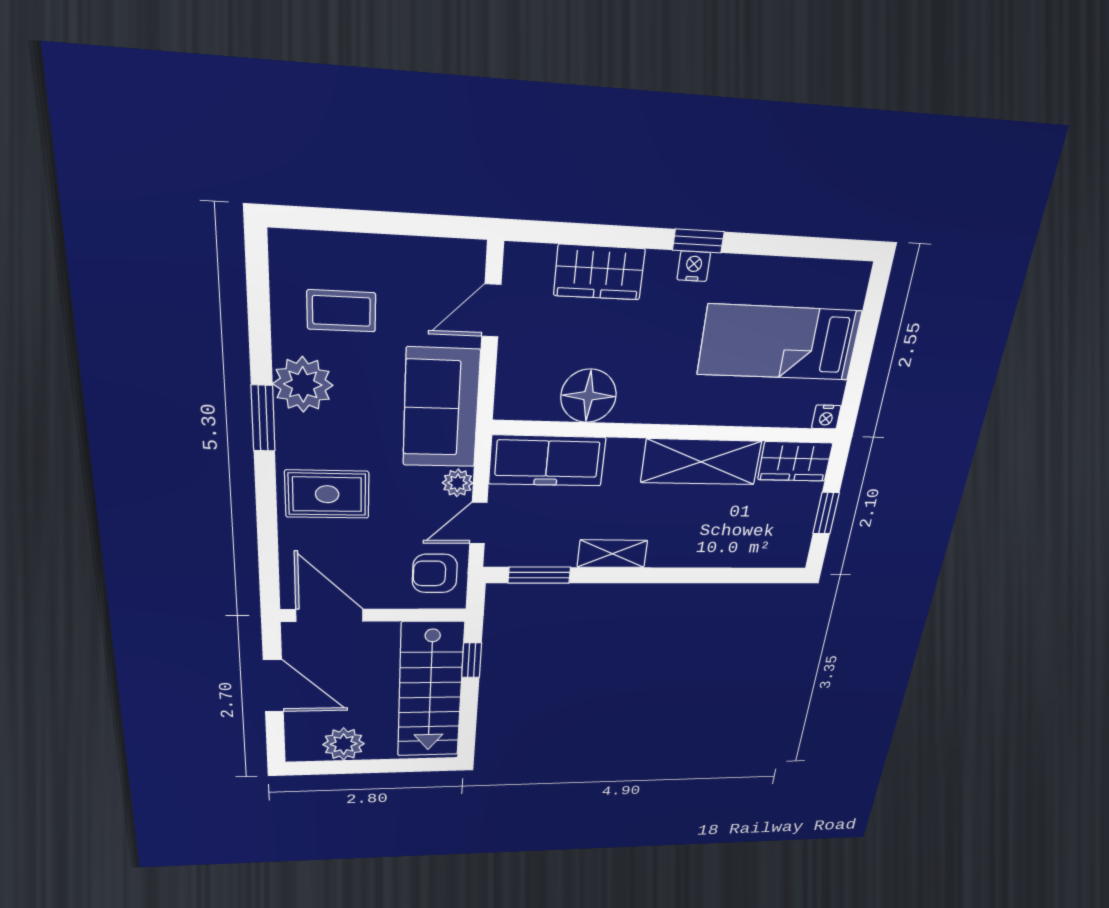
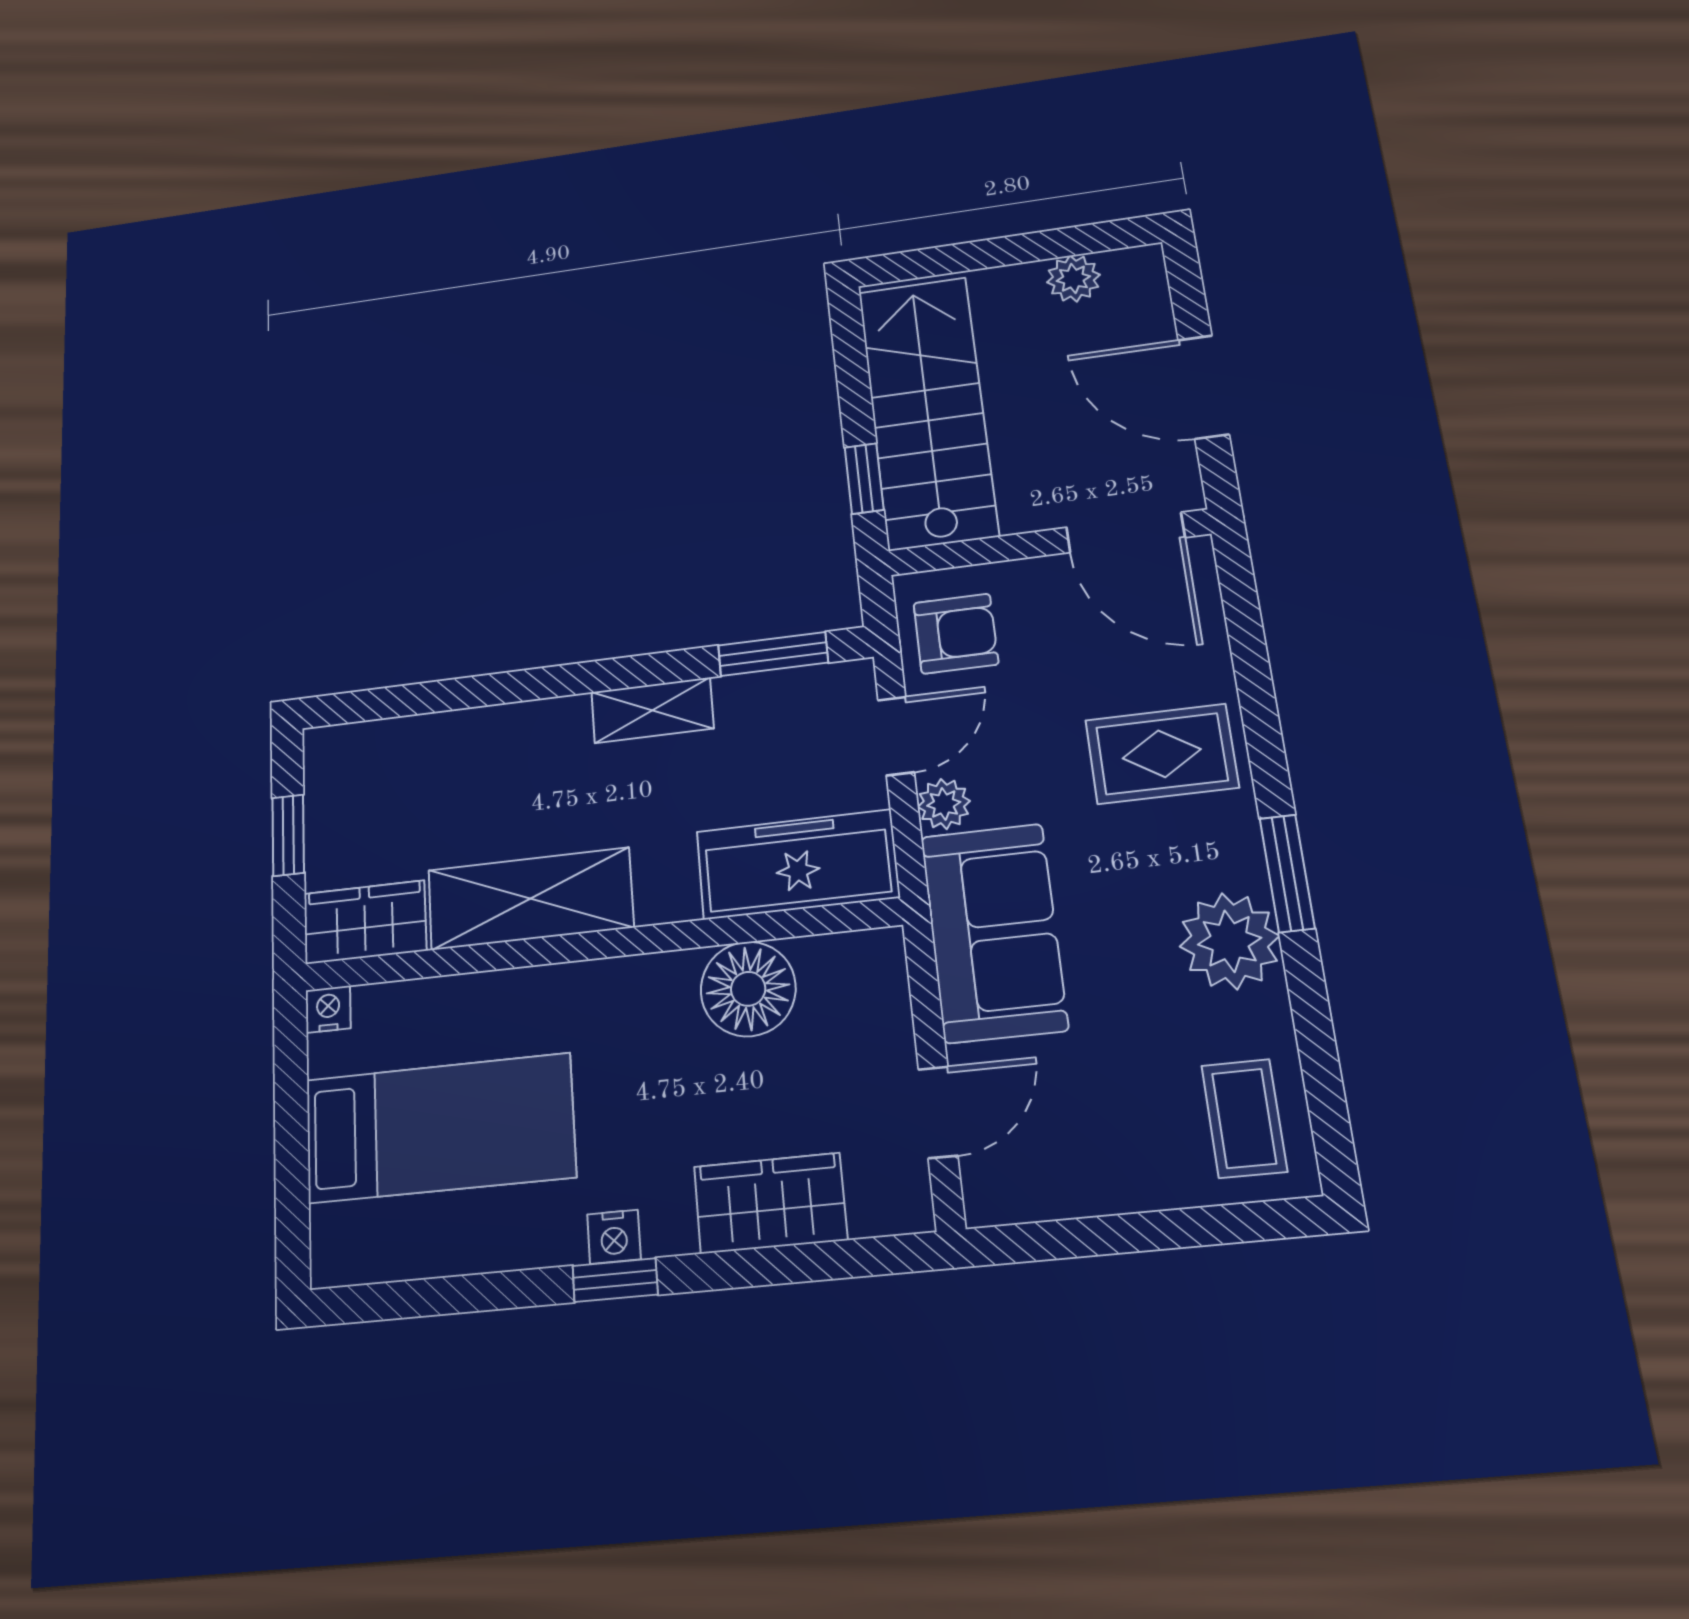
coffee table: (341, 311) -> (1244, 1118), moved, turned 90
plant: (344, 744) -> (1073, 279), width x0.73, depth x0.73

